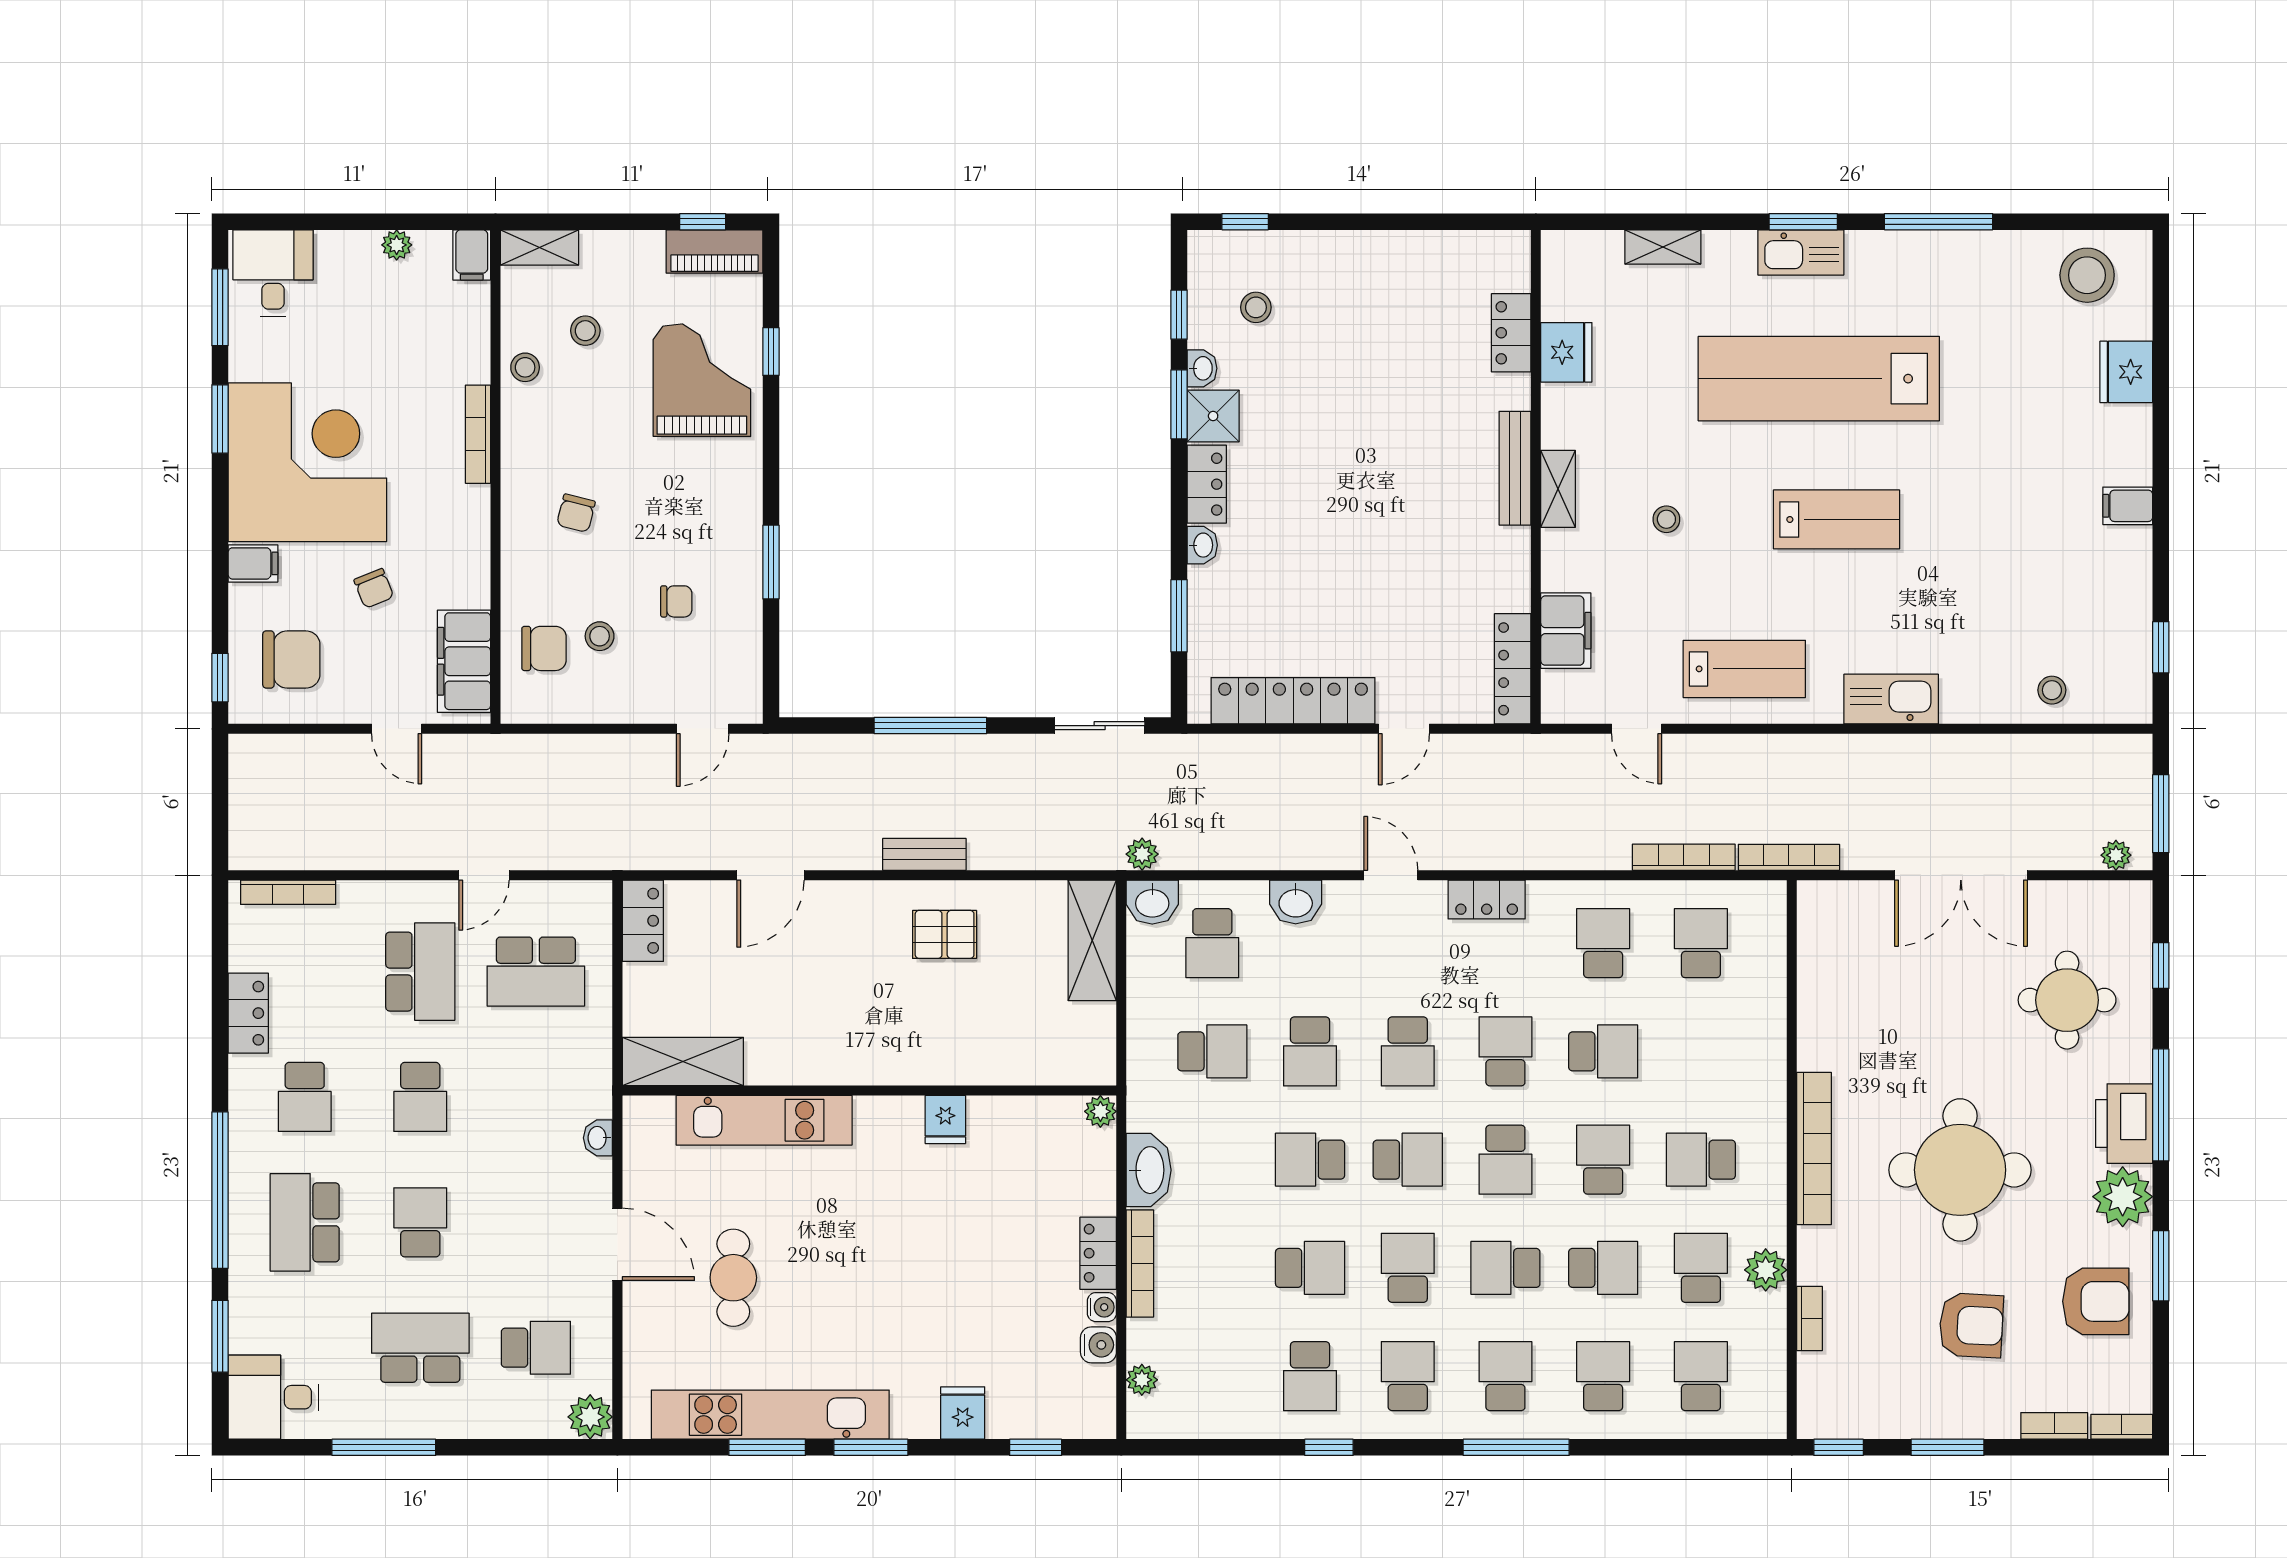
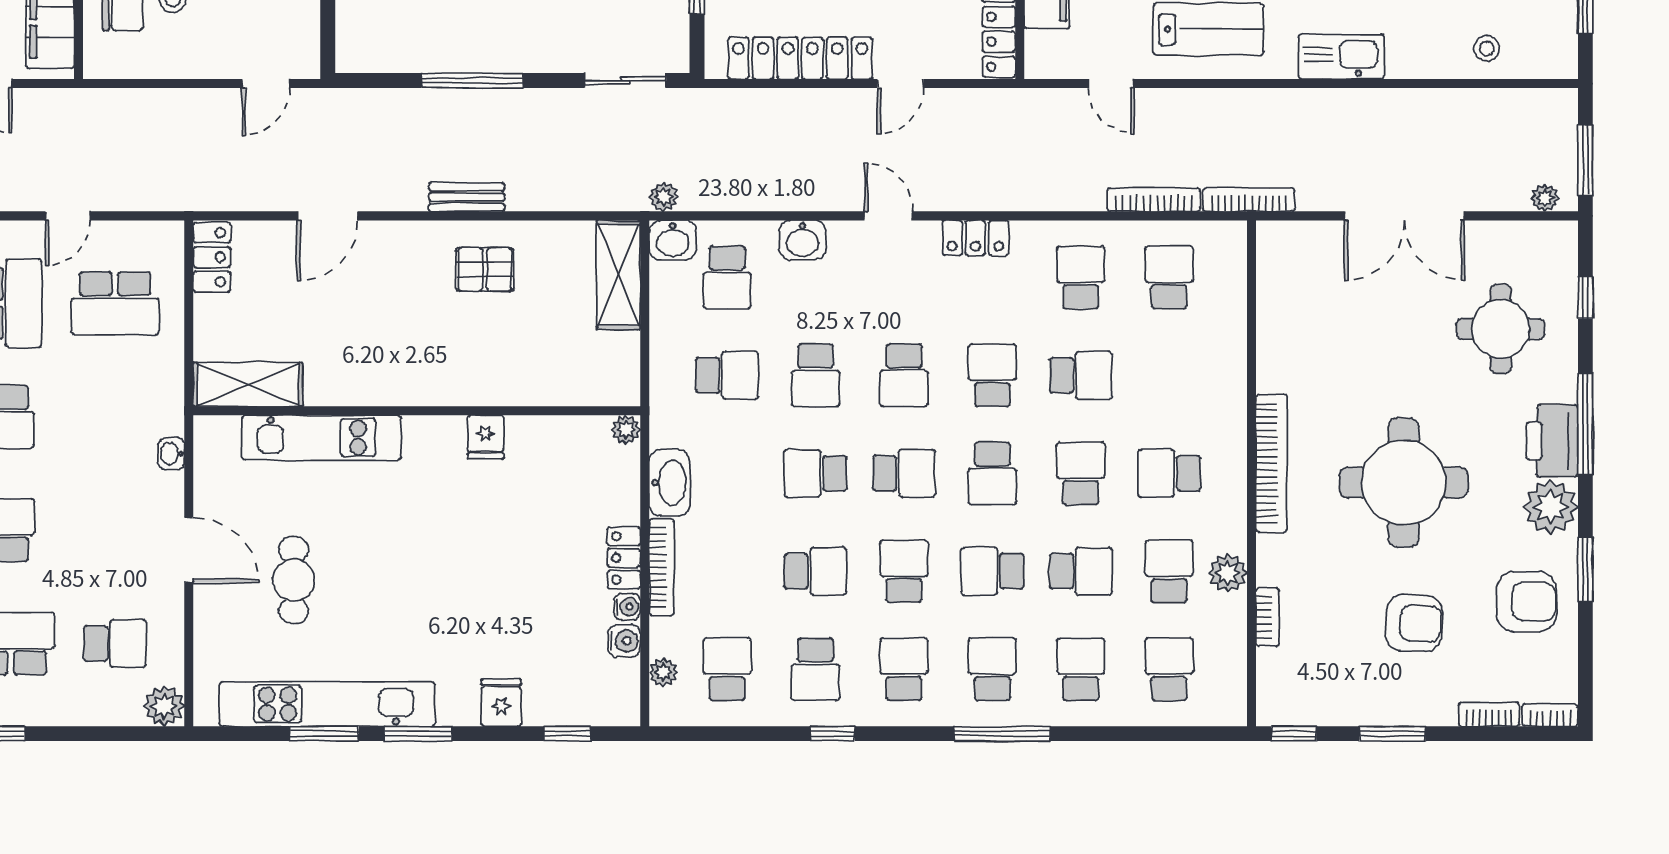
school desk: (1212, 1376) -> (727, 669), added

